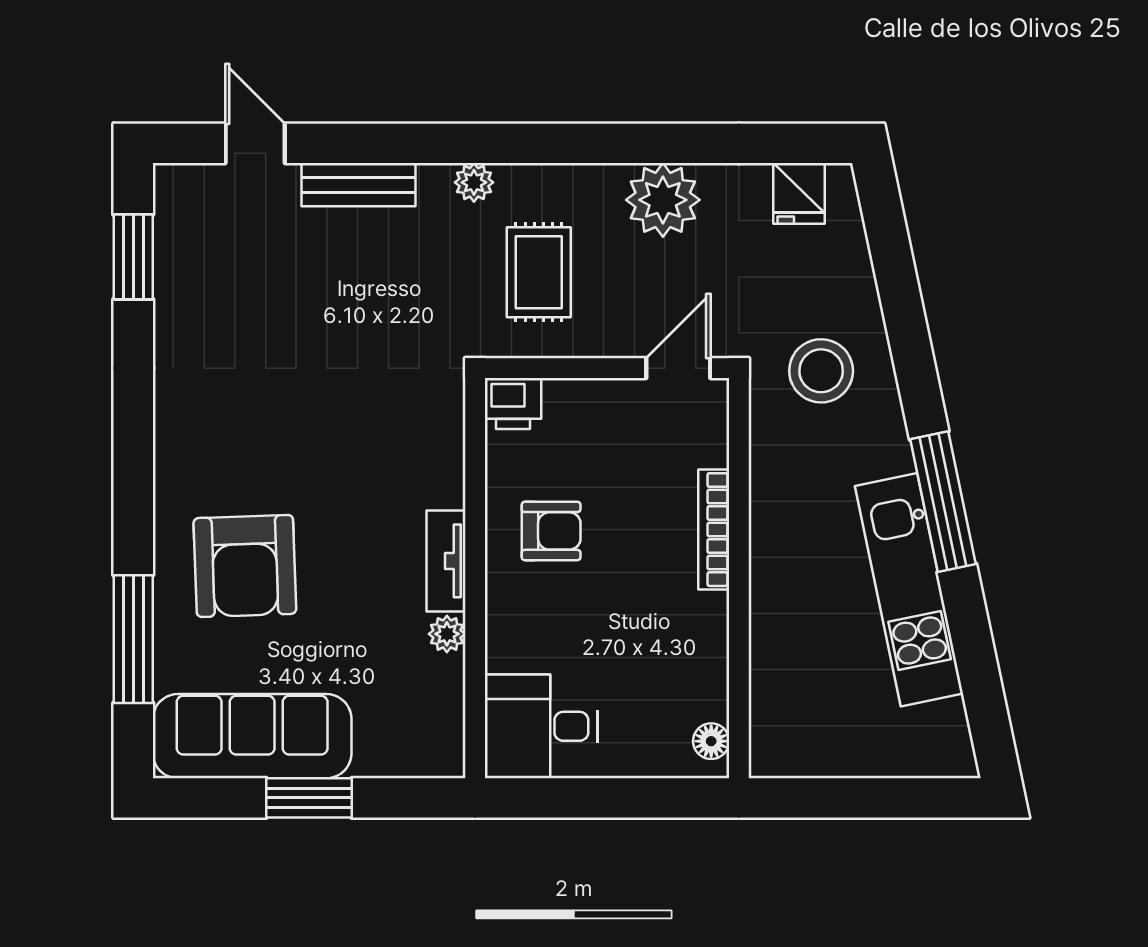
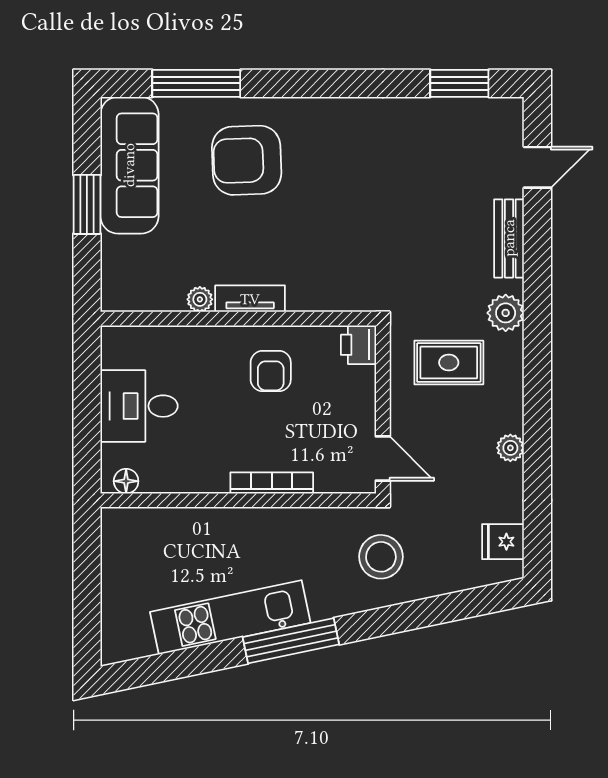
plant: (474, 182) -> (506, 313), width x1.38, depth x1.38
plant: (663, 200) -> (510, 448), width x0.53, depth x0.53
desk: (541, 726) -> (139, 406), moved, turned -90

